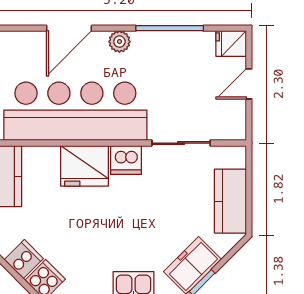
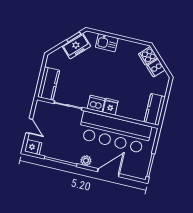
door: (249, 84) -> (29, 126), hinge flipped
fridge: (85, 166) -> (111, 107), width x0.53, depth x0.75
kitchen counter: (230, 201) -> (49, 84), moved

